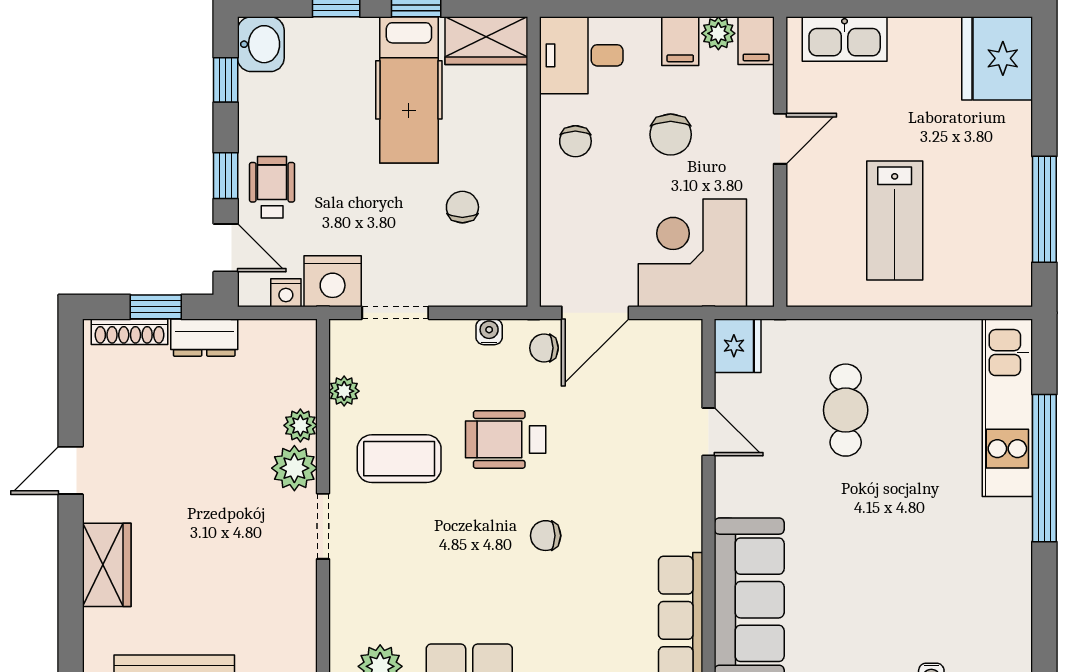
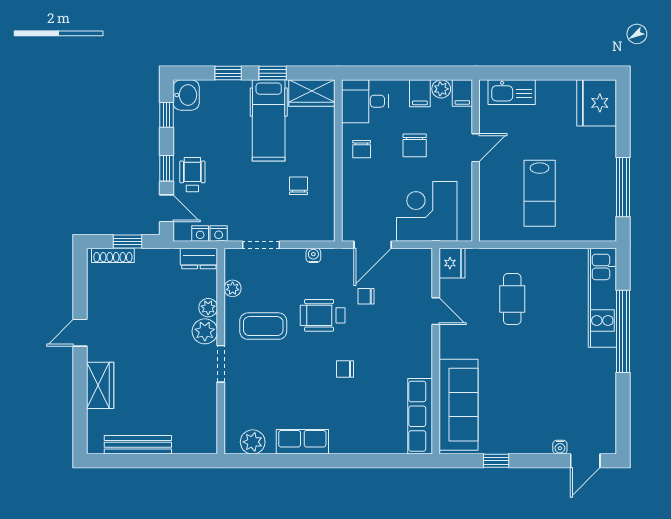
nightstand: (333, 281) -> (219, 233), width x0.53, depth x0.56
dresser: (204, 338) -> (199, 259), moved
chair: (544, 348) -> (366, 296), moved

